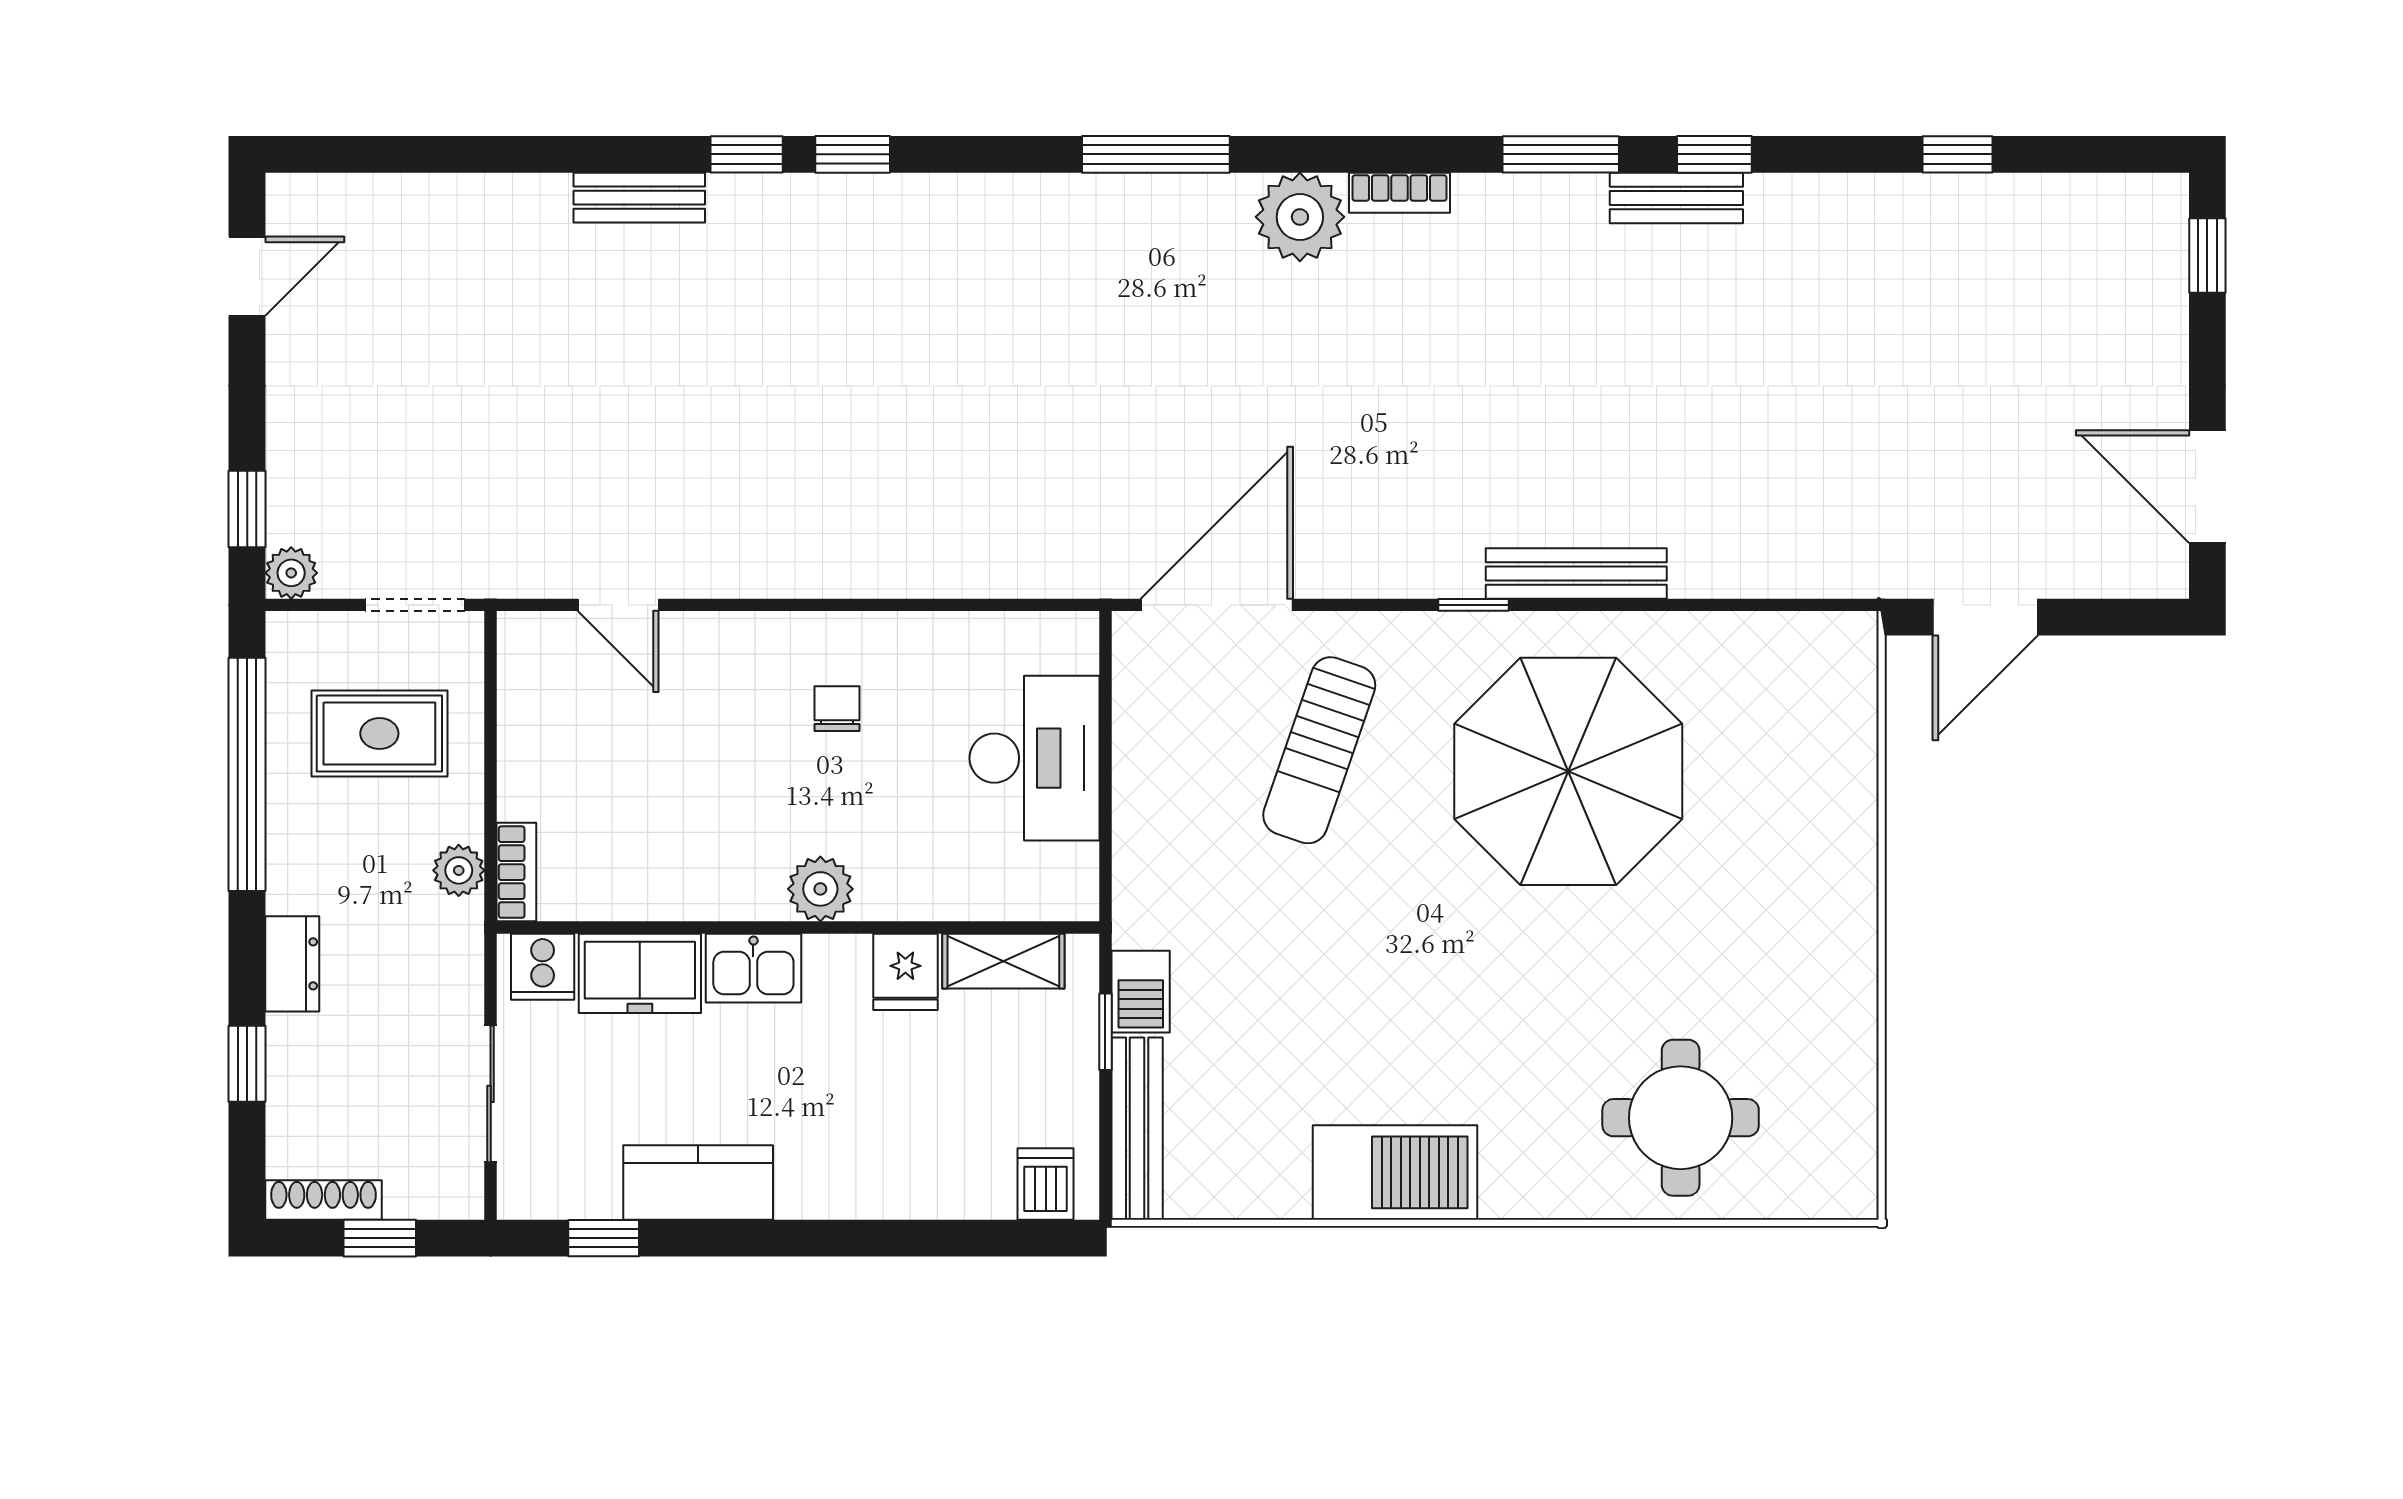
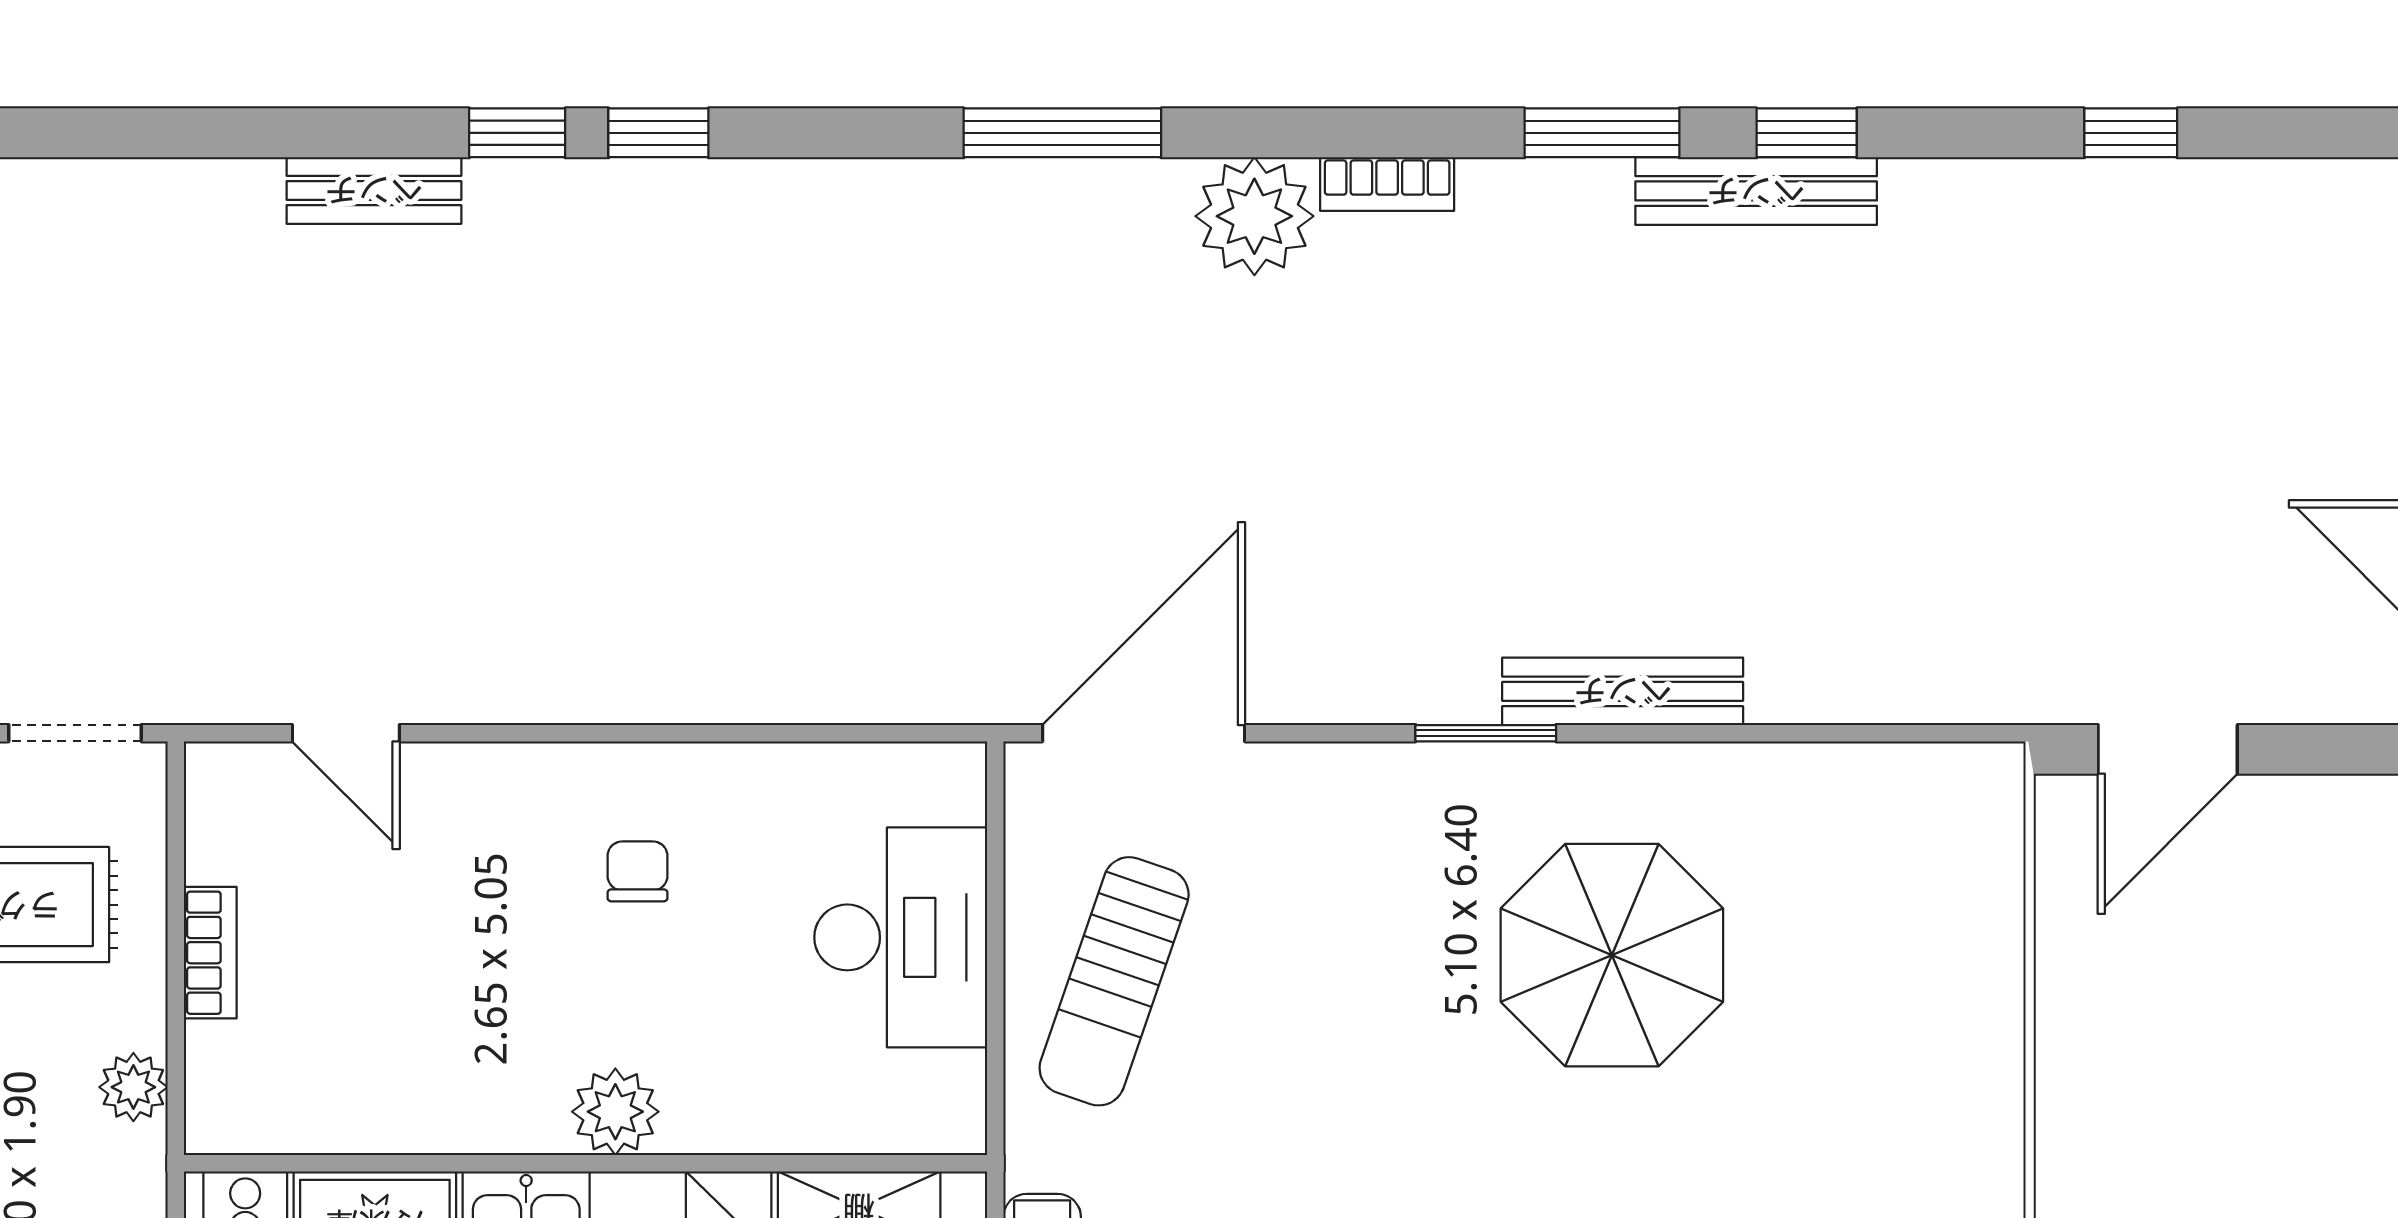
bench: (1676, 198) -> (1756, 191), width x1.36
window: (1474, 605) -> (1486, 733), width x1.50
sun lounger: (1319, 750) -> (1114, 981), moved
parasol: (1568, 771) -> (1612, 955), width x0.73, depth x0.73
bookcase: (516, 872) -> (210, 953), moved

